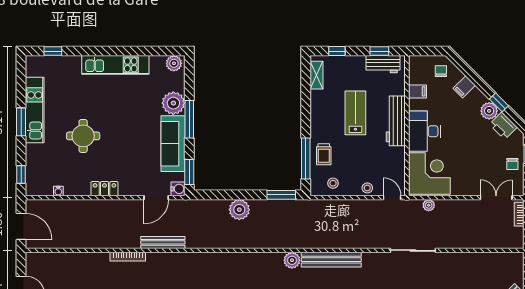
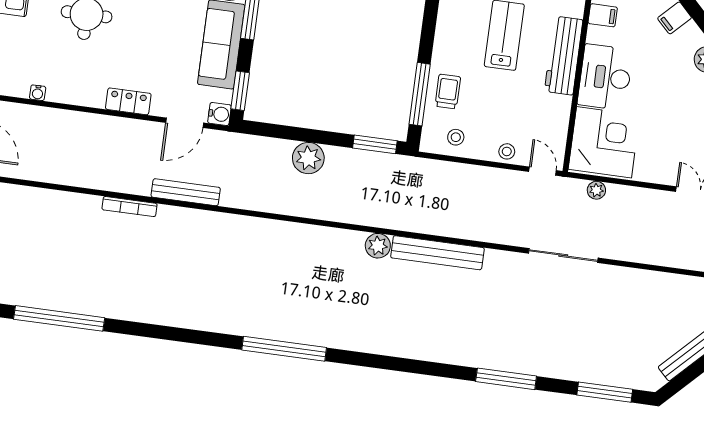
trolley: (324, 154) -> (448, 91), turned 180
locker: (104, 189) -> (128, 101), moved

